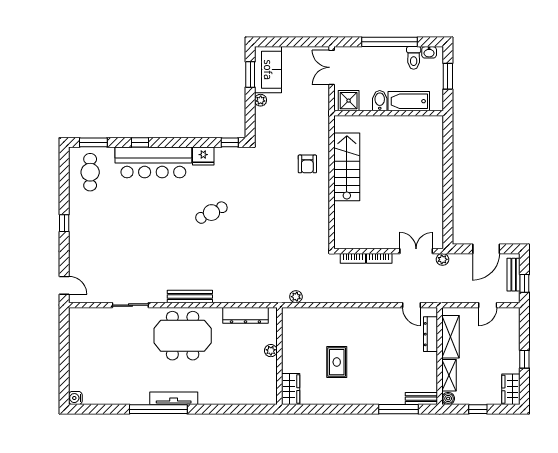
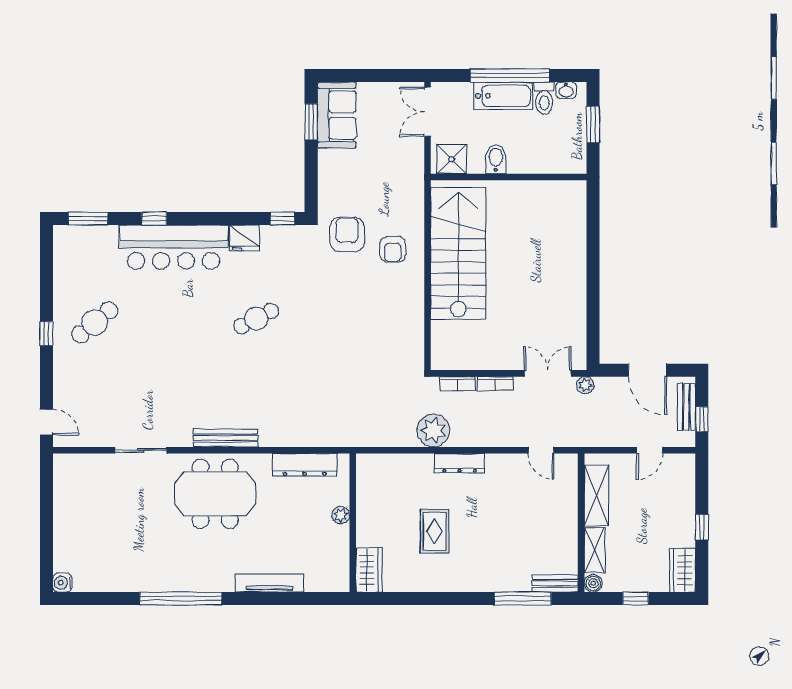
plant: (261, 100) -> (326, 158), removed
bathtub: (409, 101) -> (503, 96), moved, turned 180
armchair: (275, 154) -> (347, 234), added
stairs: (347, 167) -> (458, 253), width x1.36, depth x1.51
cafe table: (90, 172) -> (95, 322), moved, turned 50
door: (486, 249) -> (647, 370), hinge flipped
plant: (296, 297) -> (433, 431), moved, width x1.88, depth x1.88
dresser: (431, 334) -> (460, 463), moved, turned -90
tv unit: (174, 398) -> (269, 583), moved

